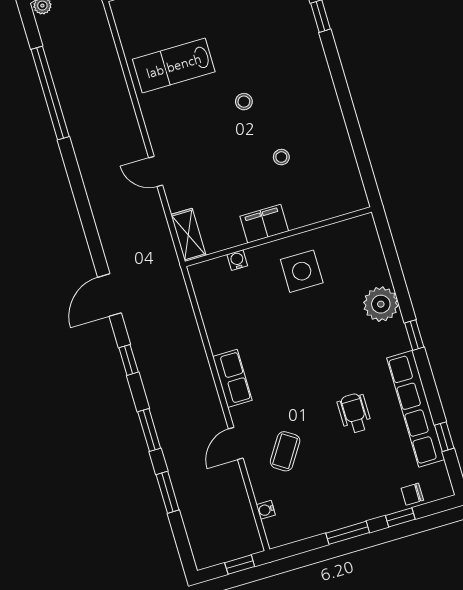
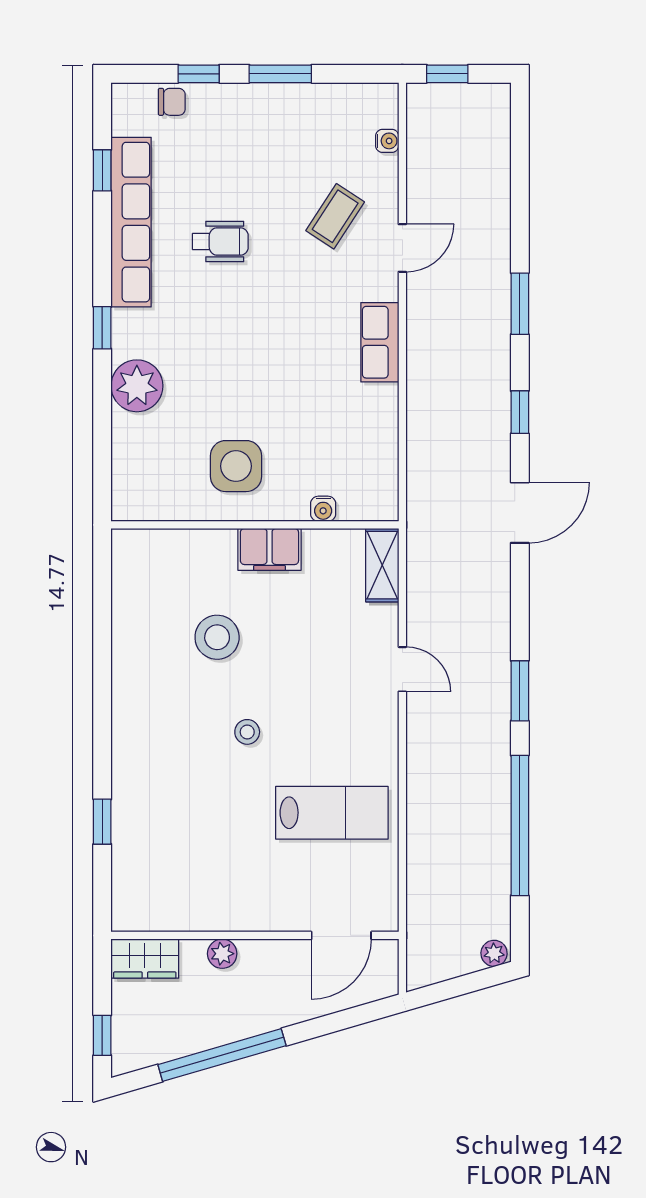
stool: (281, 157) -> (217, 637), width x1.89, depth x1.89
wheelchair: (354, 413) -> (220, 242), turned -90
window: (168, 492) -> (520, 691), moved

